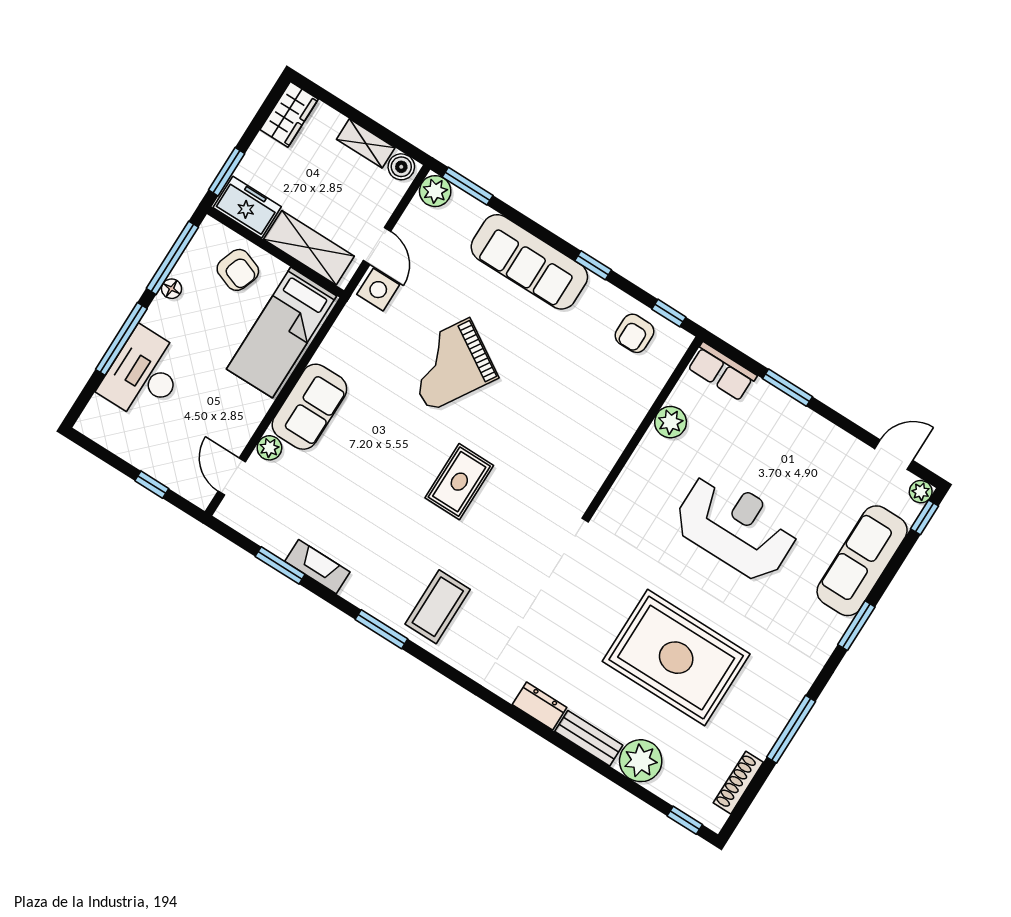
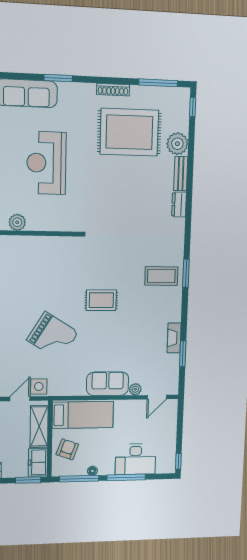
window: (152, 485) -> (178, 461), moved
window: (381, 629) -> (186, 273), moved
rug: (676, 658) -> (129, 132), moved, turned 90
window: (791, 729) -> (158, 83), moved
shoe rack: (738, 783) -> (113, 90), moved

